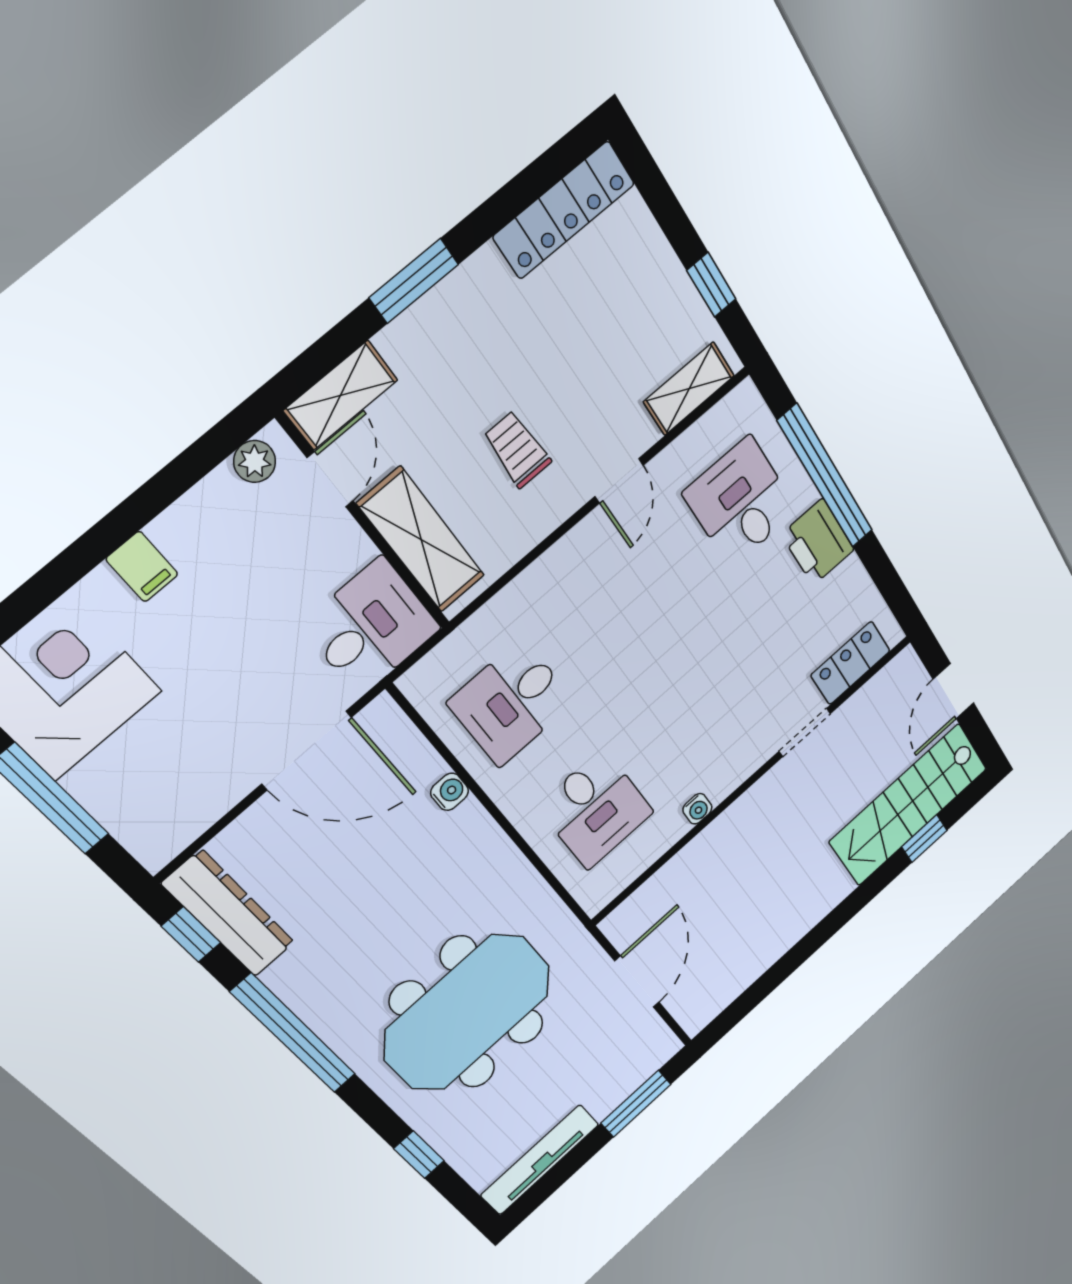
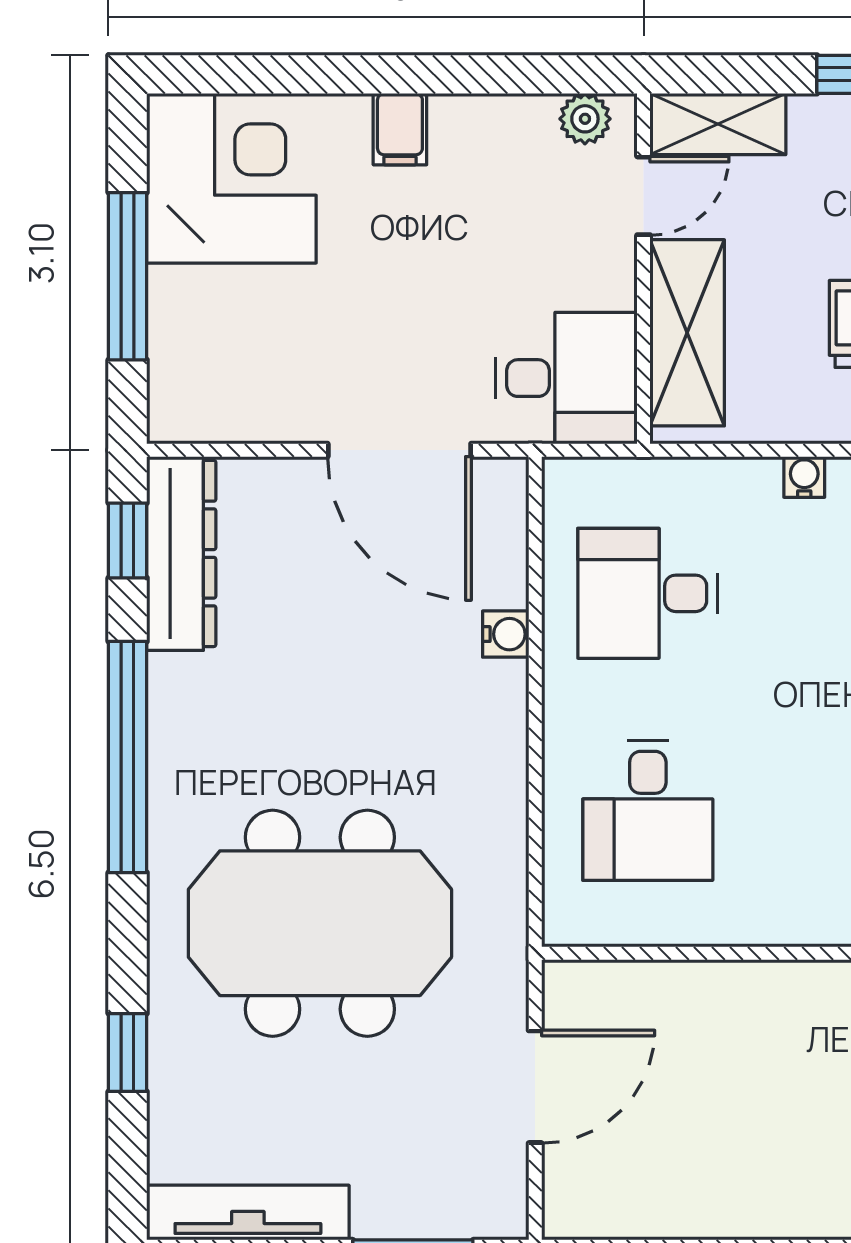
water cooler: (697, 809) -> (804, 477), moved, turned 180

